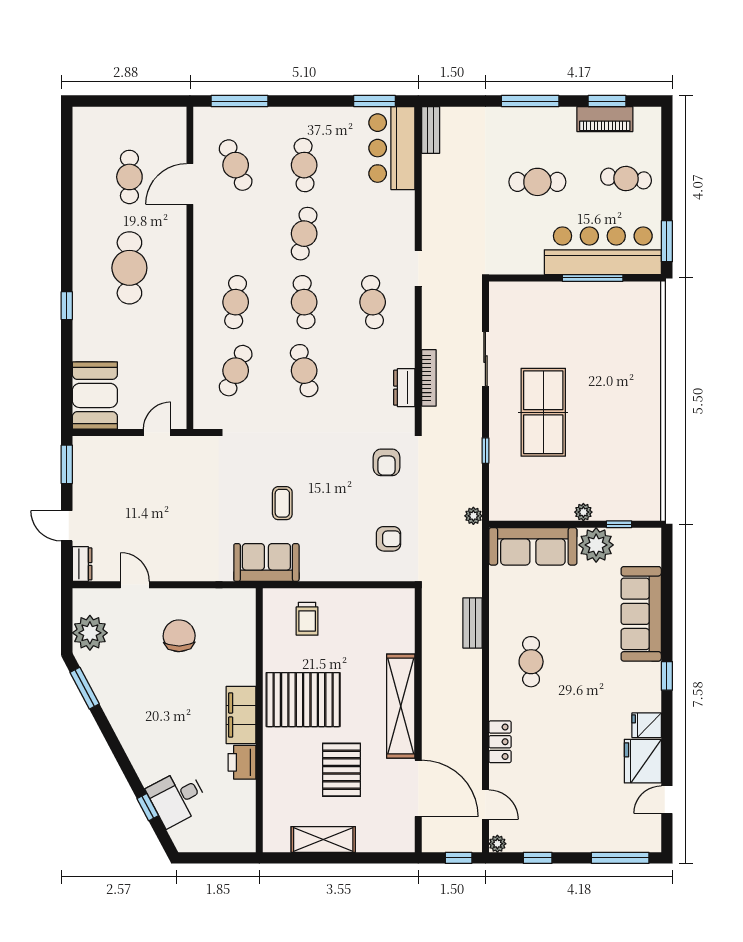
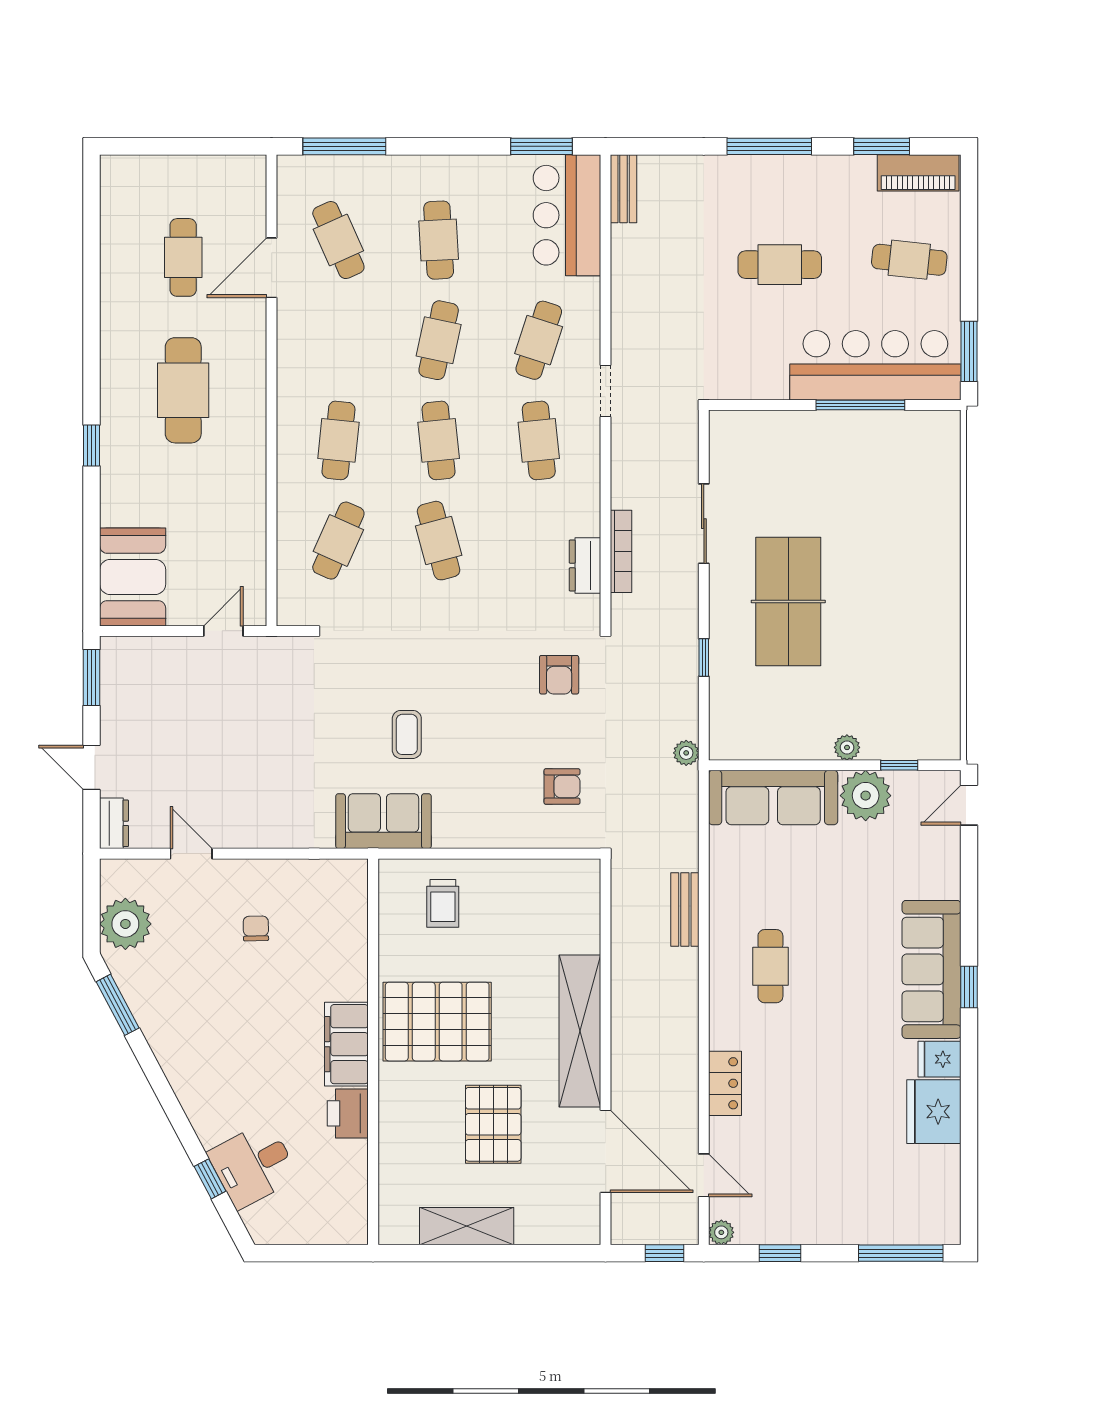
piano: (605, 119) -> (918, 173), moved
cafe table: (373, 234) -> (539, 340), added
sofa: (641, 614) -> (931, 969), moved
chair: (179, 636) -> (256, 928), width x0.54, depth x0.54
door: (667, 800) -> (969, 805), moved

